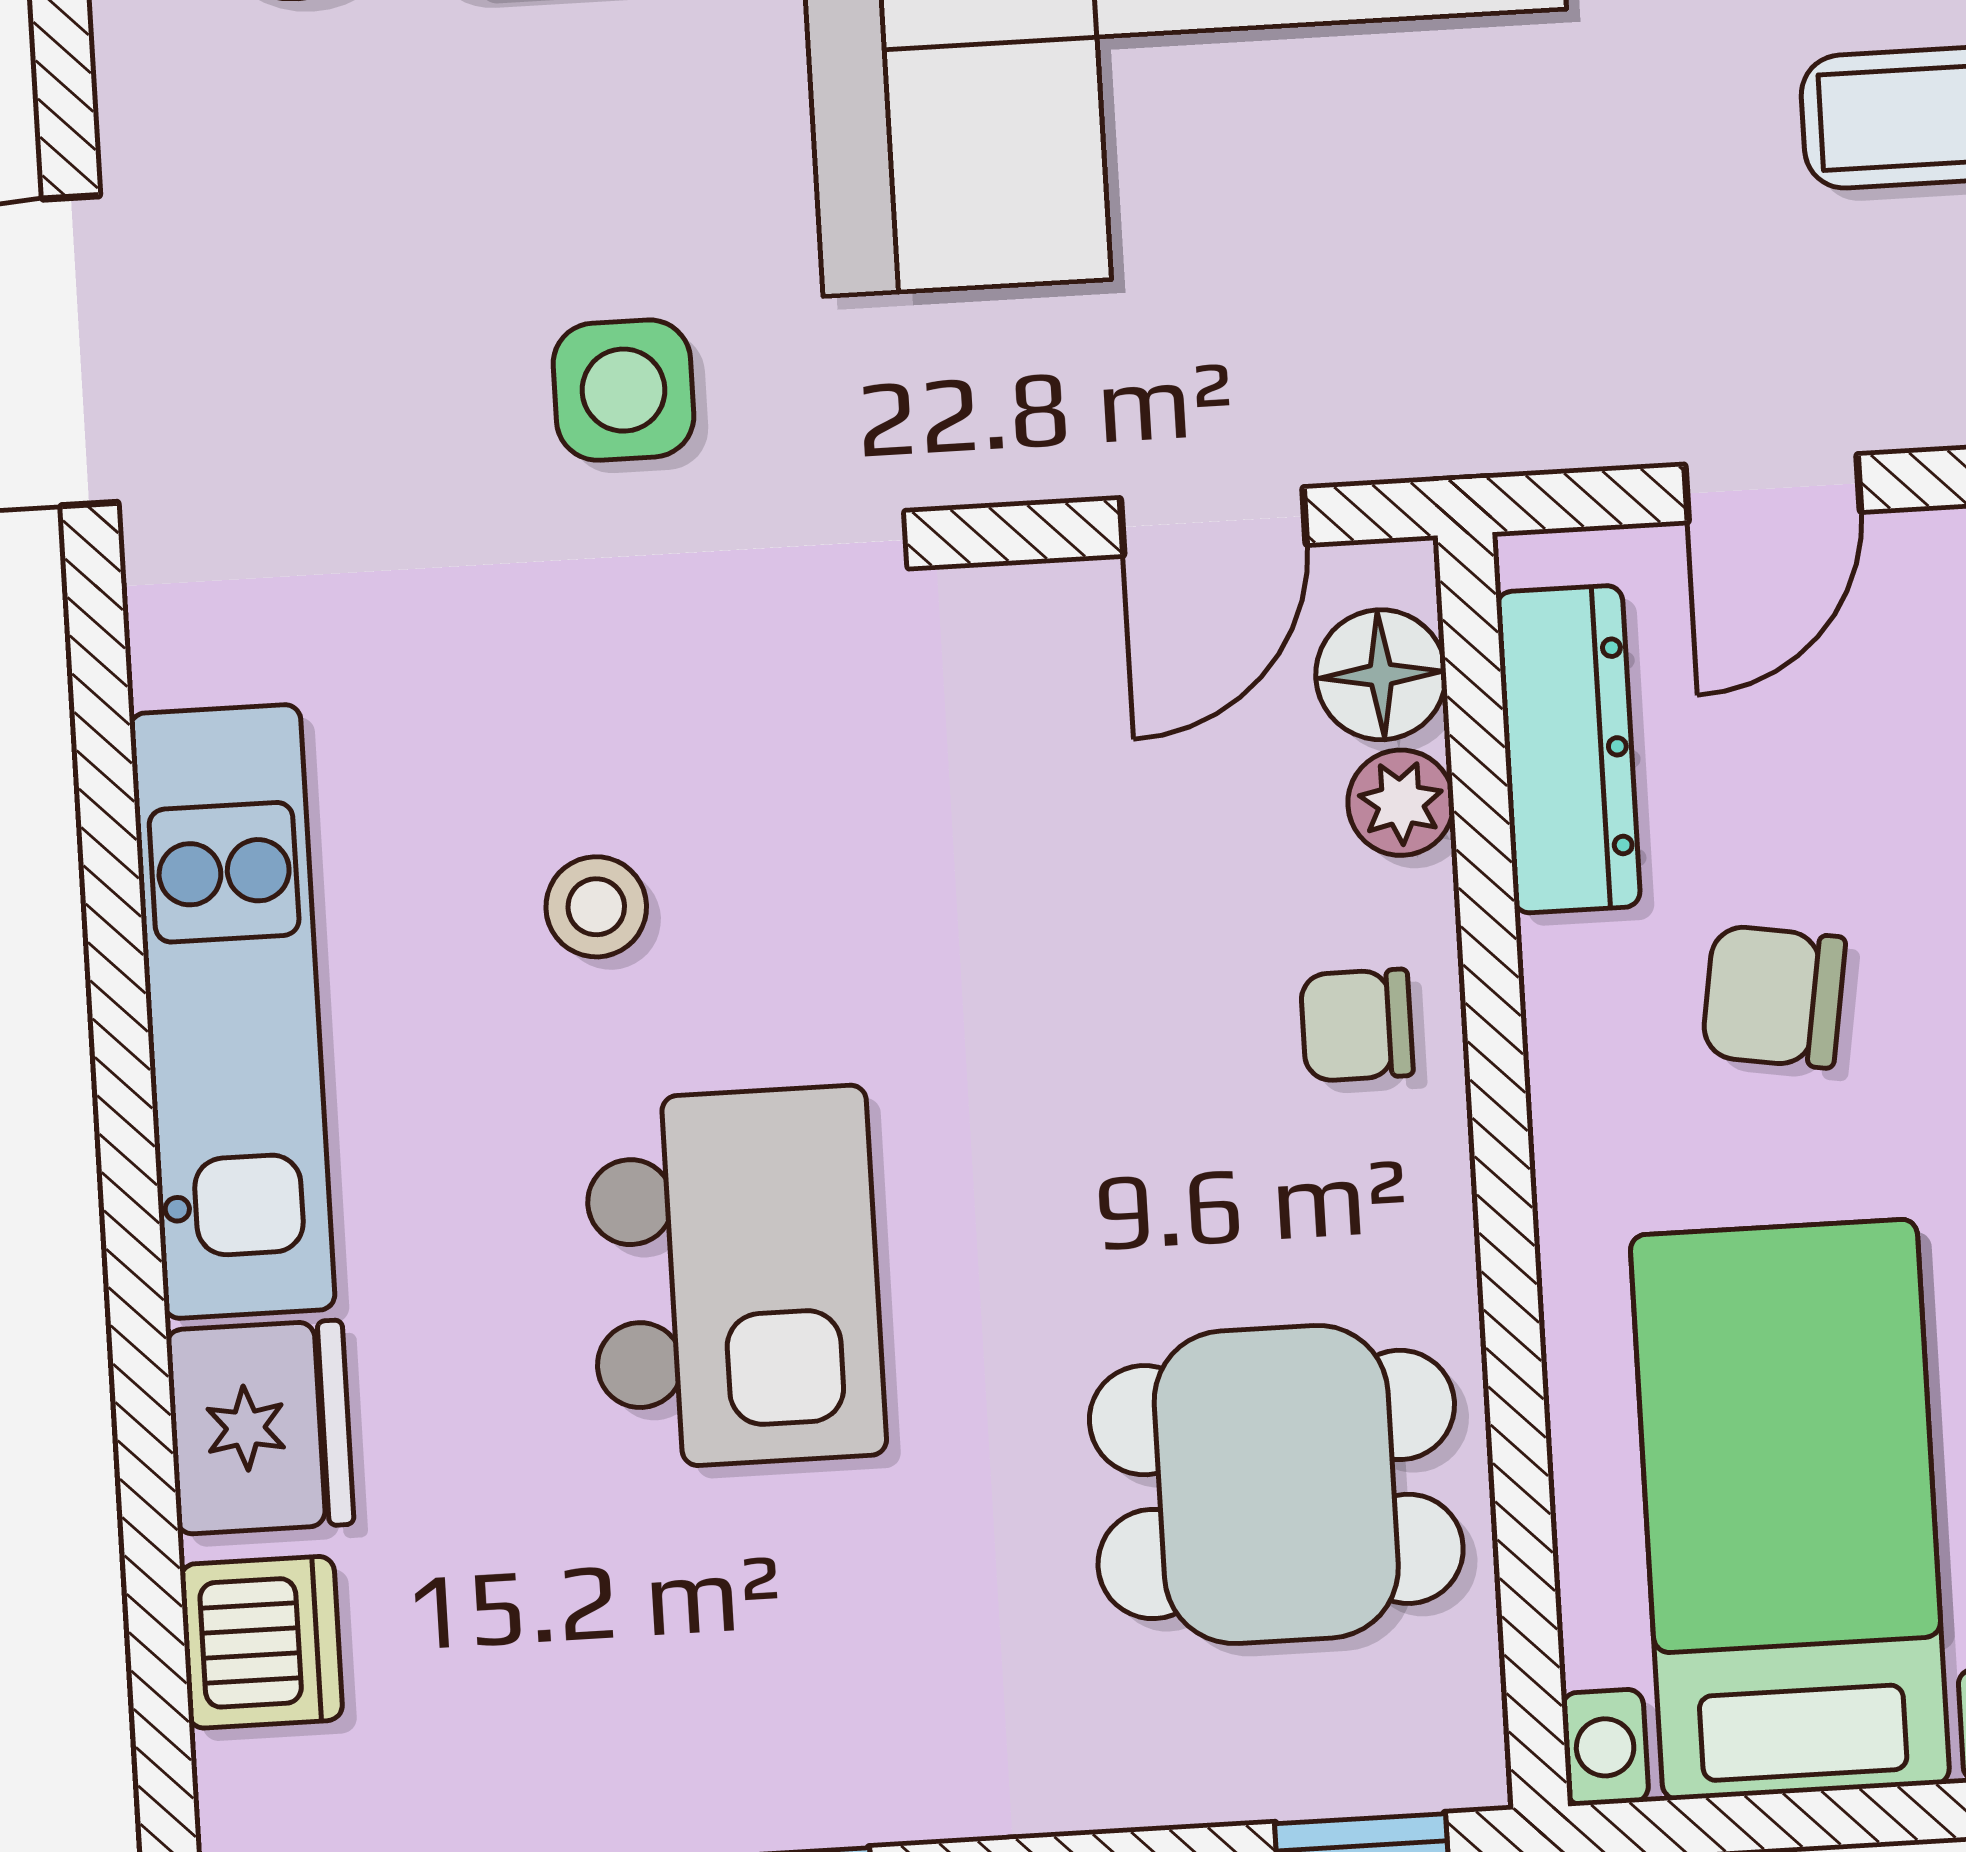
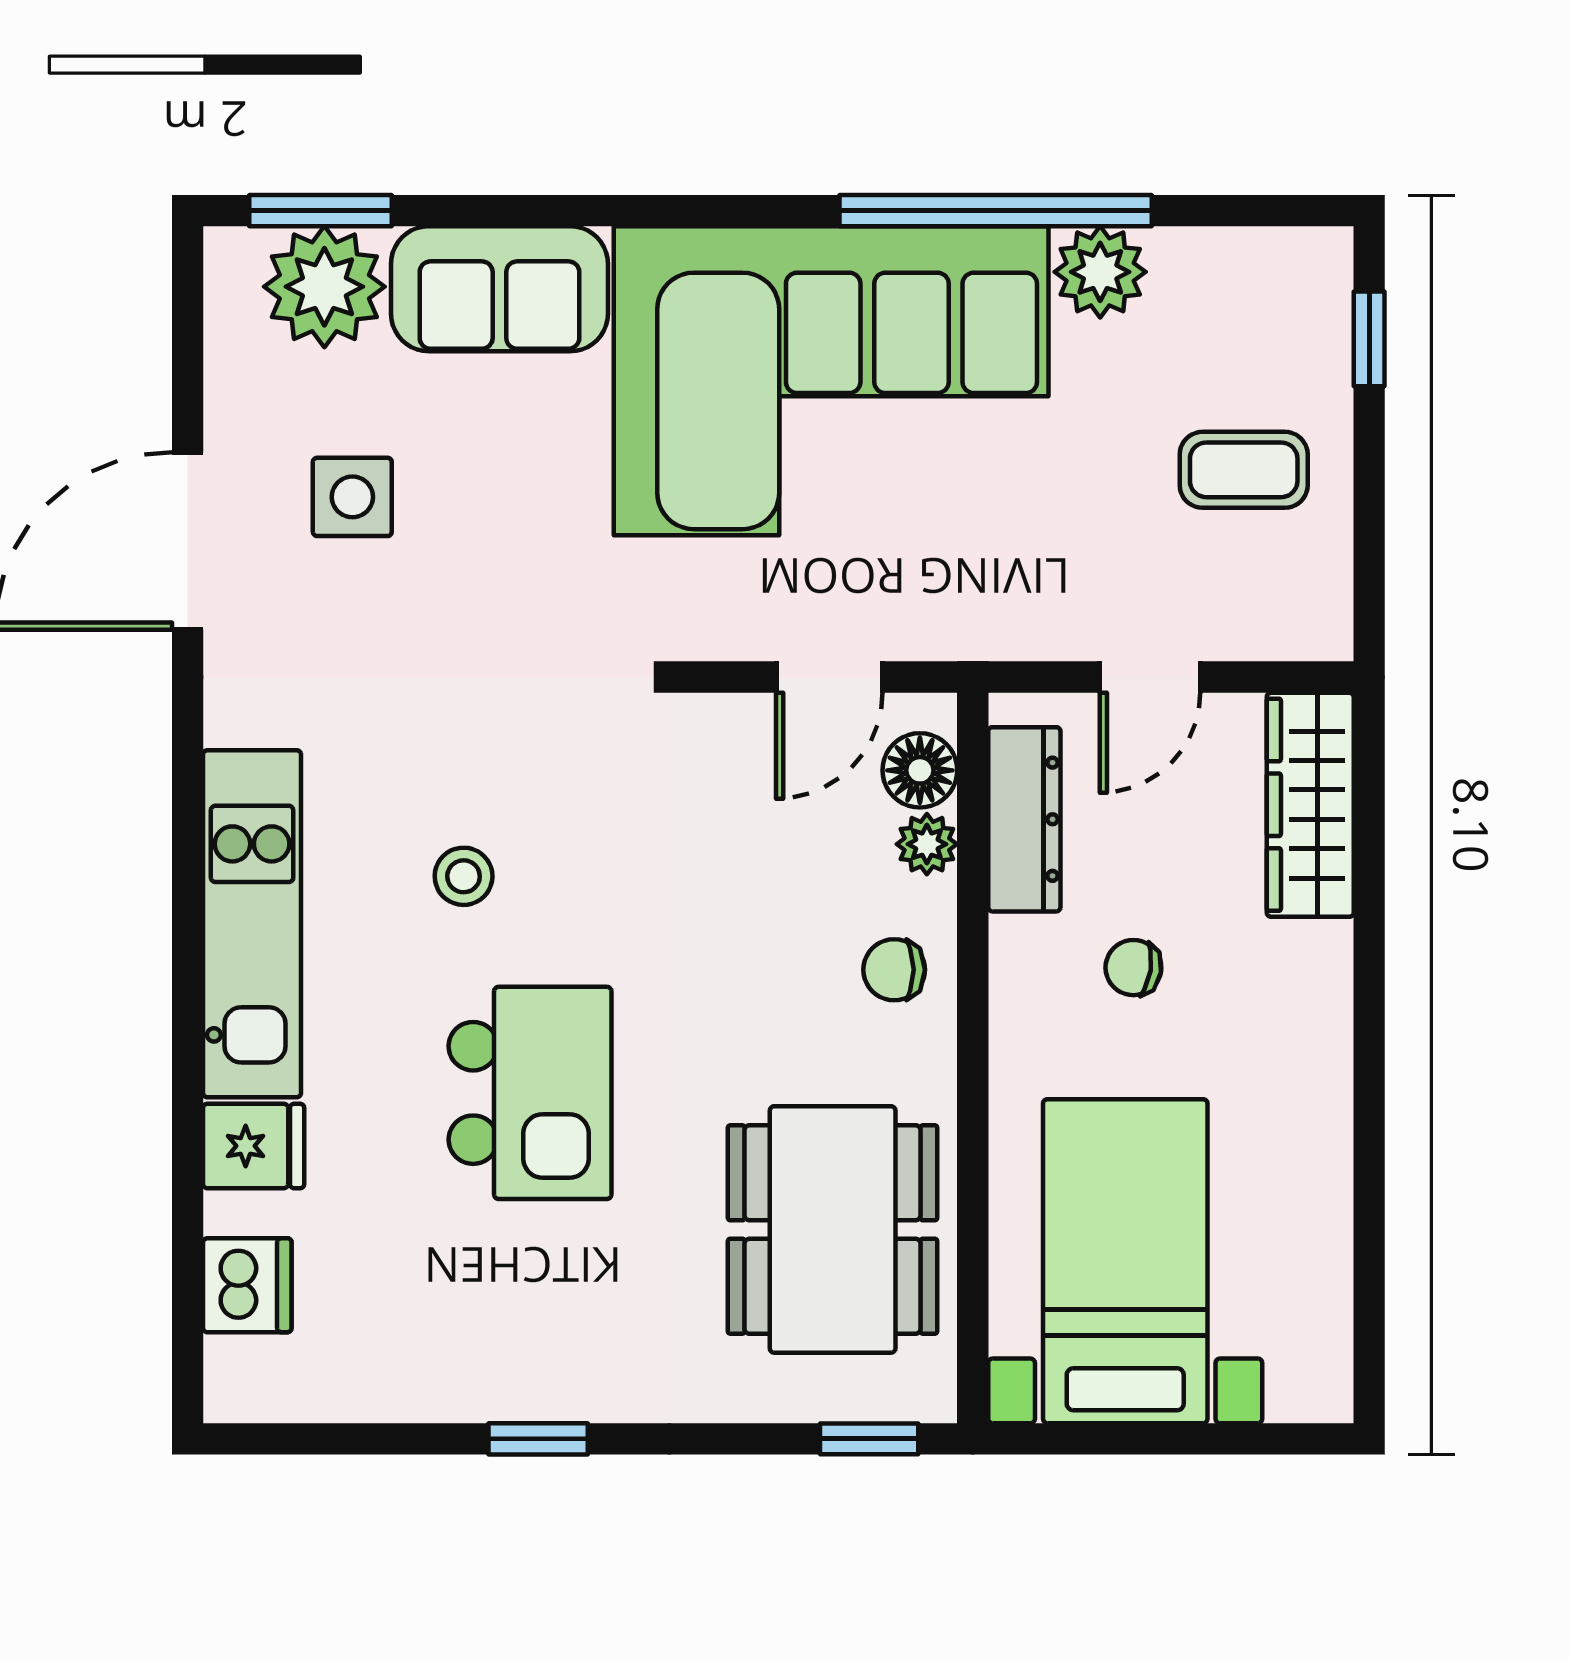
side table: (623, 390) -> (352, 497), moved
chair: (1774, 997) -> (1133, 968), width x0.73, depth x0.73
fridge: (260, 1427) -> (254, 1146), width x0.72
dining table: (1276, 1484) -> (833, 1229), width x1.38

